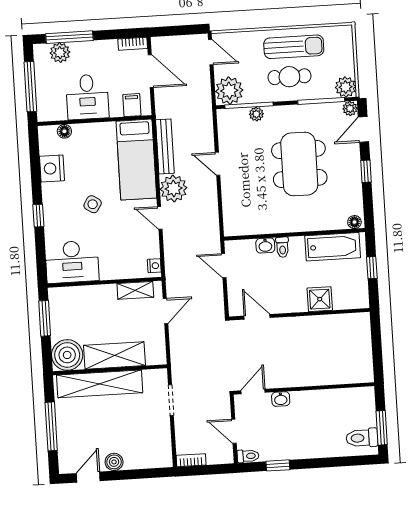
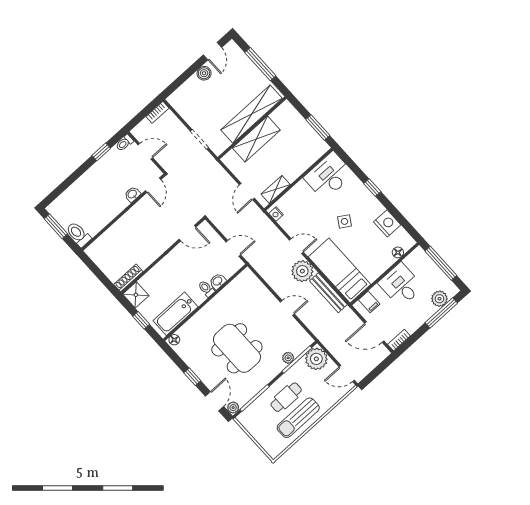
plant: (346, 87) -> (246, 419), removed
shower: (320, 299) -> (136, 295), moved
shoe rack: (351, 320) -> (128, 278), added
boiler: (67, 355) -> (286, 116), removed
toilet: (362, 438) -> (78, 234), moved, turned -90

